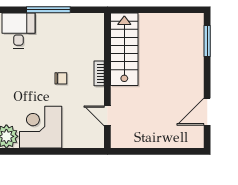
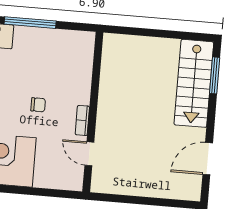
stairs: (124, 49) -> (194, 83), moved, turned 180
bookcase: (99, 73) -> (82, 120), moved

